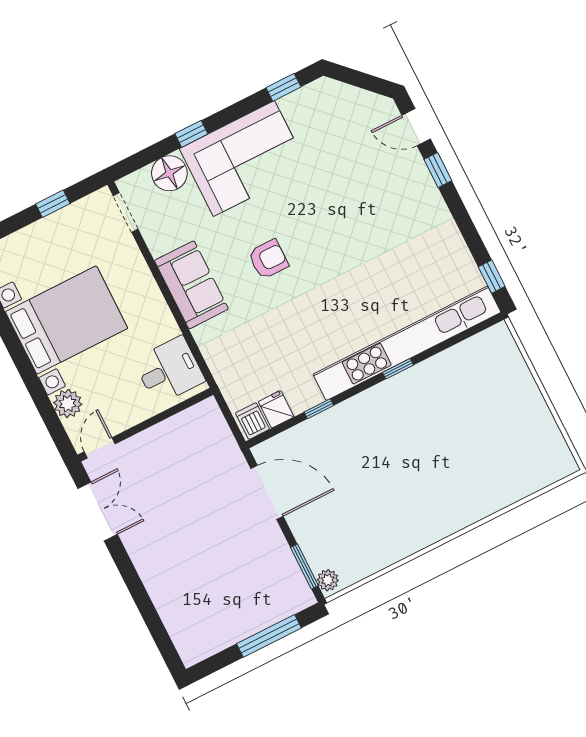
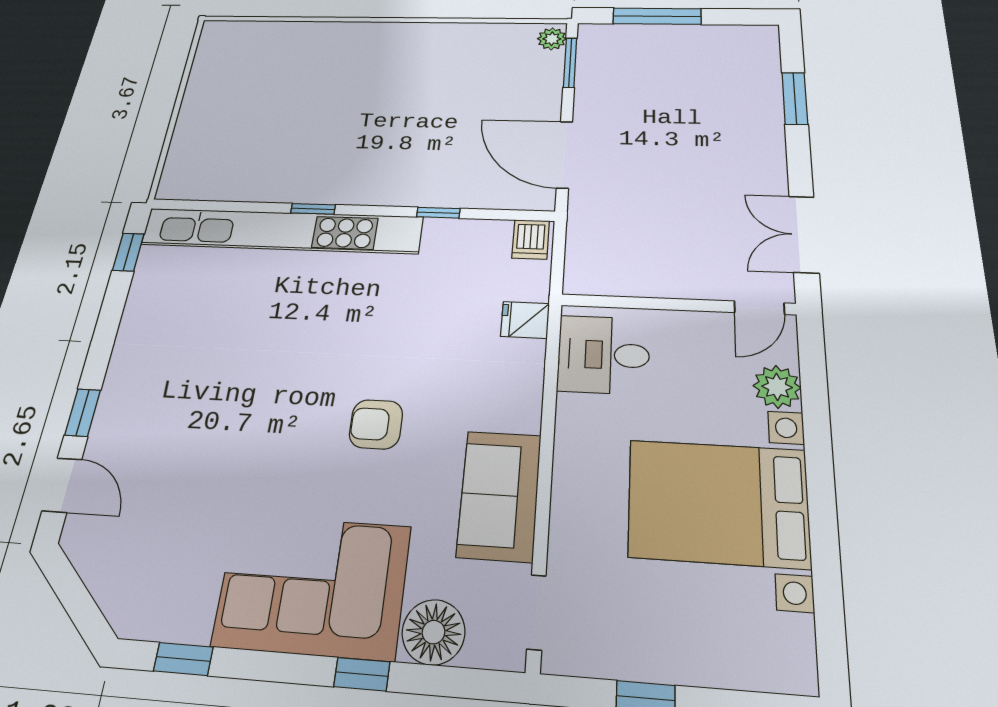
sofa: (191, 285) -> (499, 495), moved
fridge: (276, 409) -> (525, 320), moved, turned 90
window: (148, 612) -> (795, 98), added

